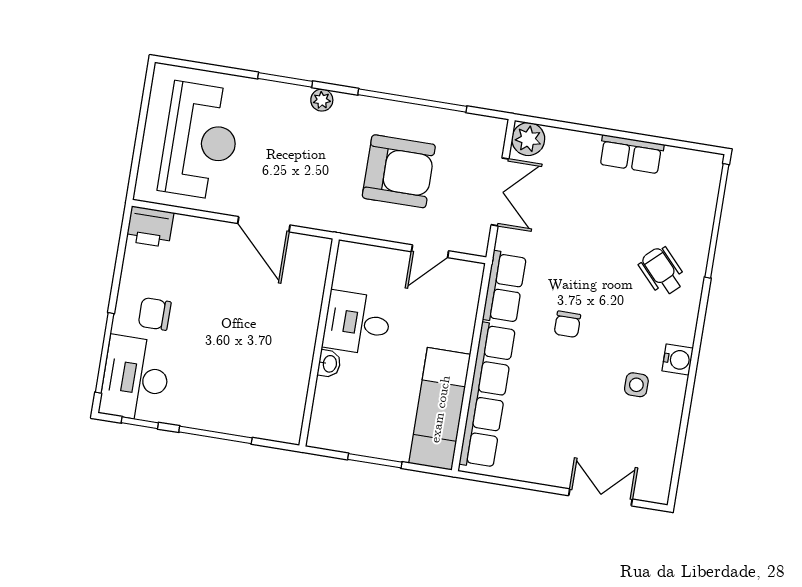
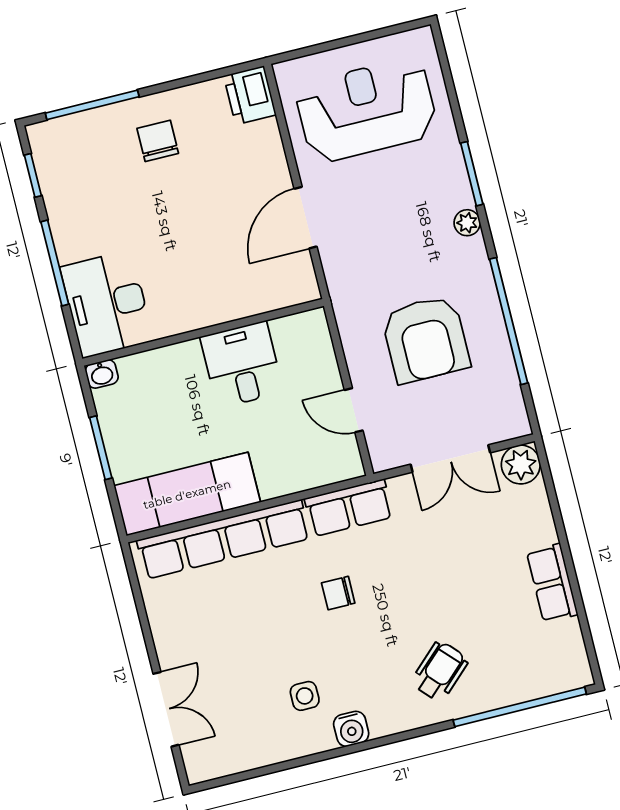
reception desk: (200, 141) -> (366, 110), turned 180
washbasin: (329, 364) -> (102, 374), moved
desk: (135, 378) -> (107, 304), moved, turned -90

